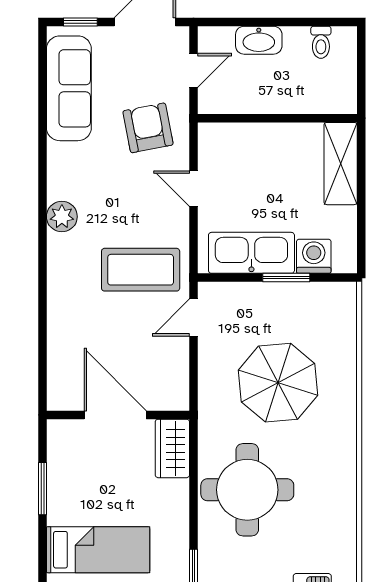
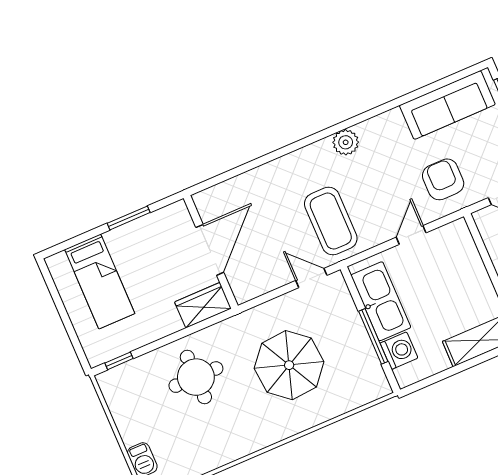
armchair: (148, 128) -> (443, 179), turned -79
window: (286, 278) -> (373, 336), width x1.44
round table: (247, 490) -> (196, 377), width x0.73, depth x0.73

